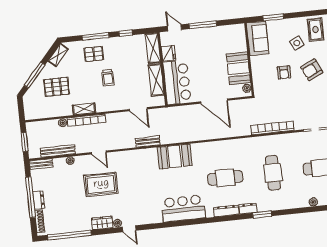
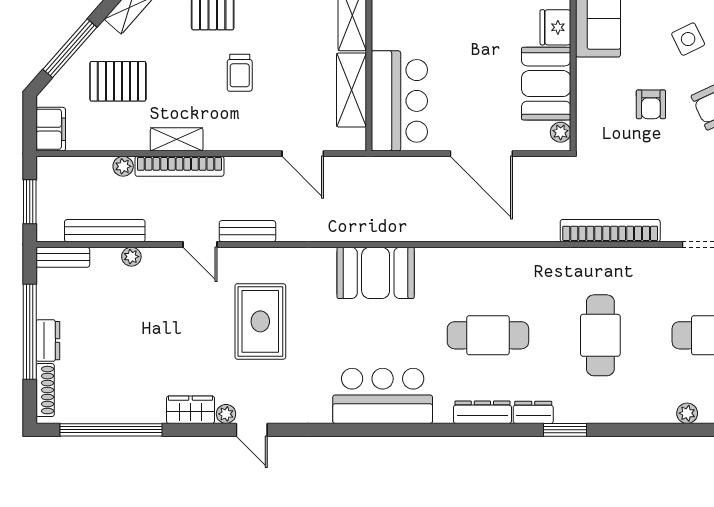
fridge: (168, 53) -> (555, 27), moved, turned 180
filing cabinet: (30, 110) -> (51, 129), added
bench: (148, 141) -> (247, 231), moved
rug: (101, 184) -> (260, 321), moved, turned 90

